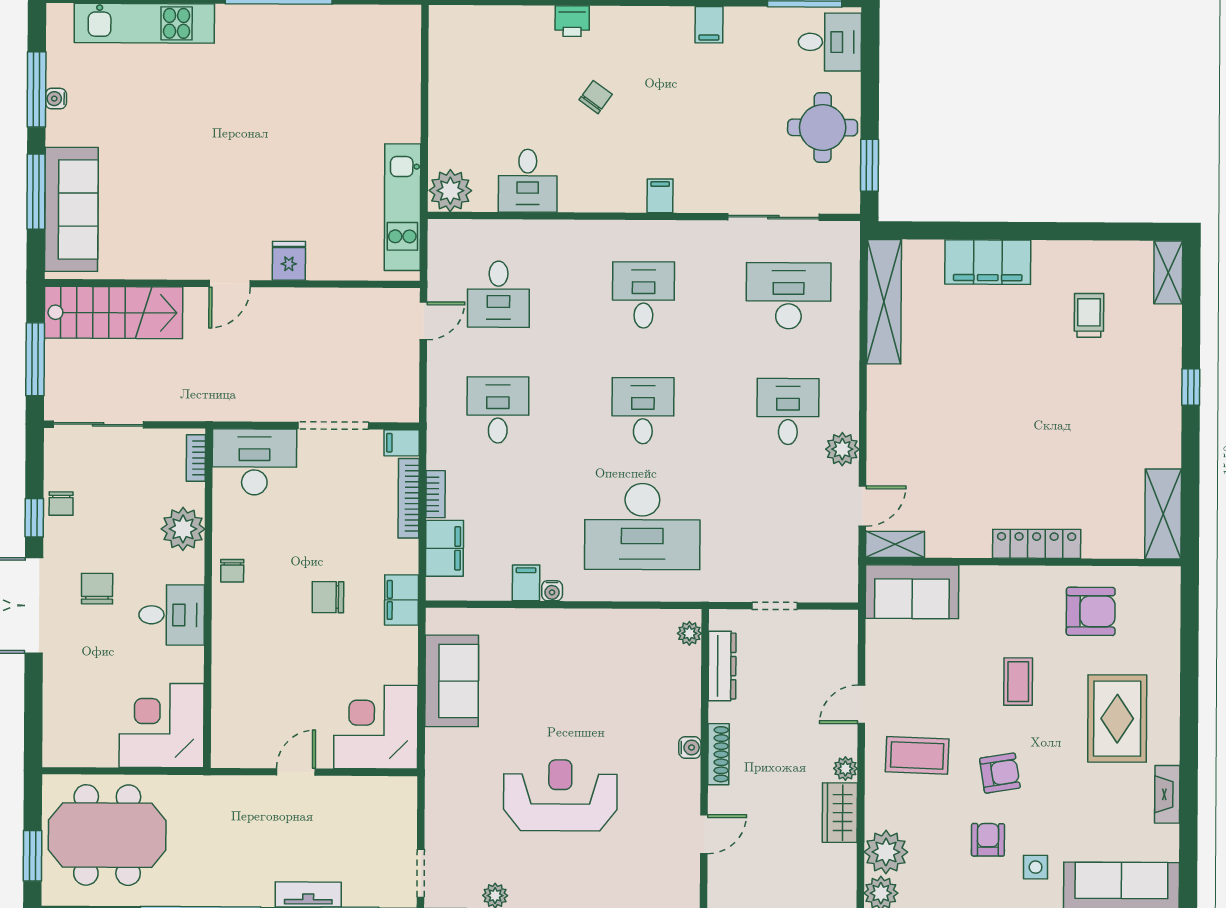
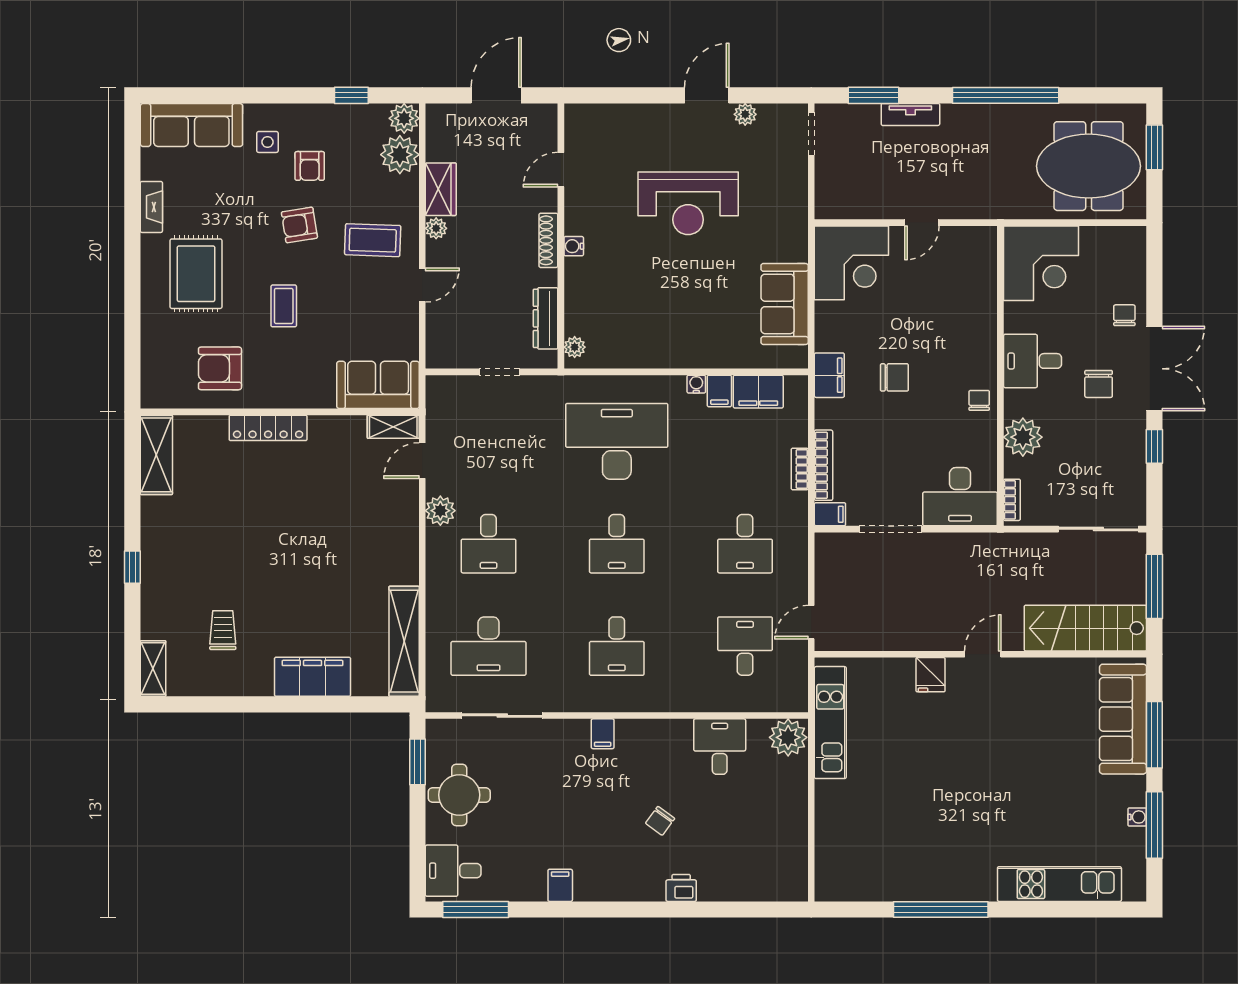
trolley: (1089, 315) -> (223, 630), turned 180
chair: (61, 504) -> (1124, 315), moved
filing cabinet: (445, 548) -> (758, 392), moved, turned -90

